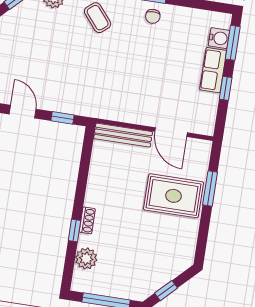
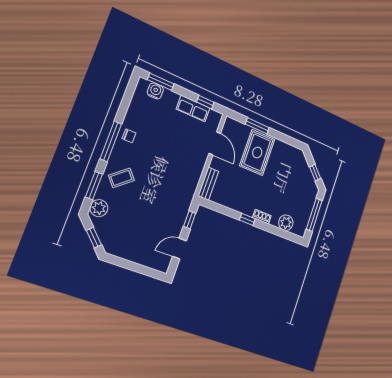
row of seats: (213, 70) -> (193, 109), moved
window: (226, 88) -> (205, 102), moved
door: (171, 132) -> (215, 143), hinge flipped
bench: (123, 135) -> (208, 184), width x0.73
window: (75, 230) -> (247, 219), moved

